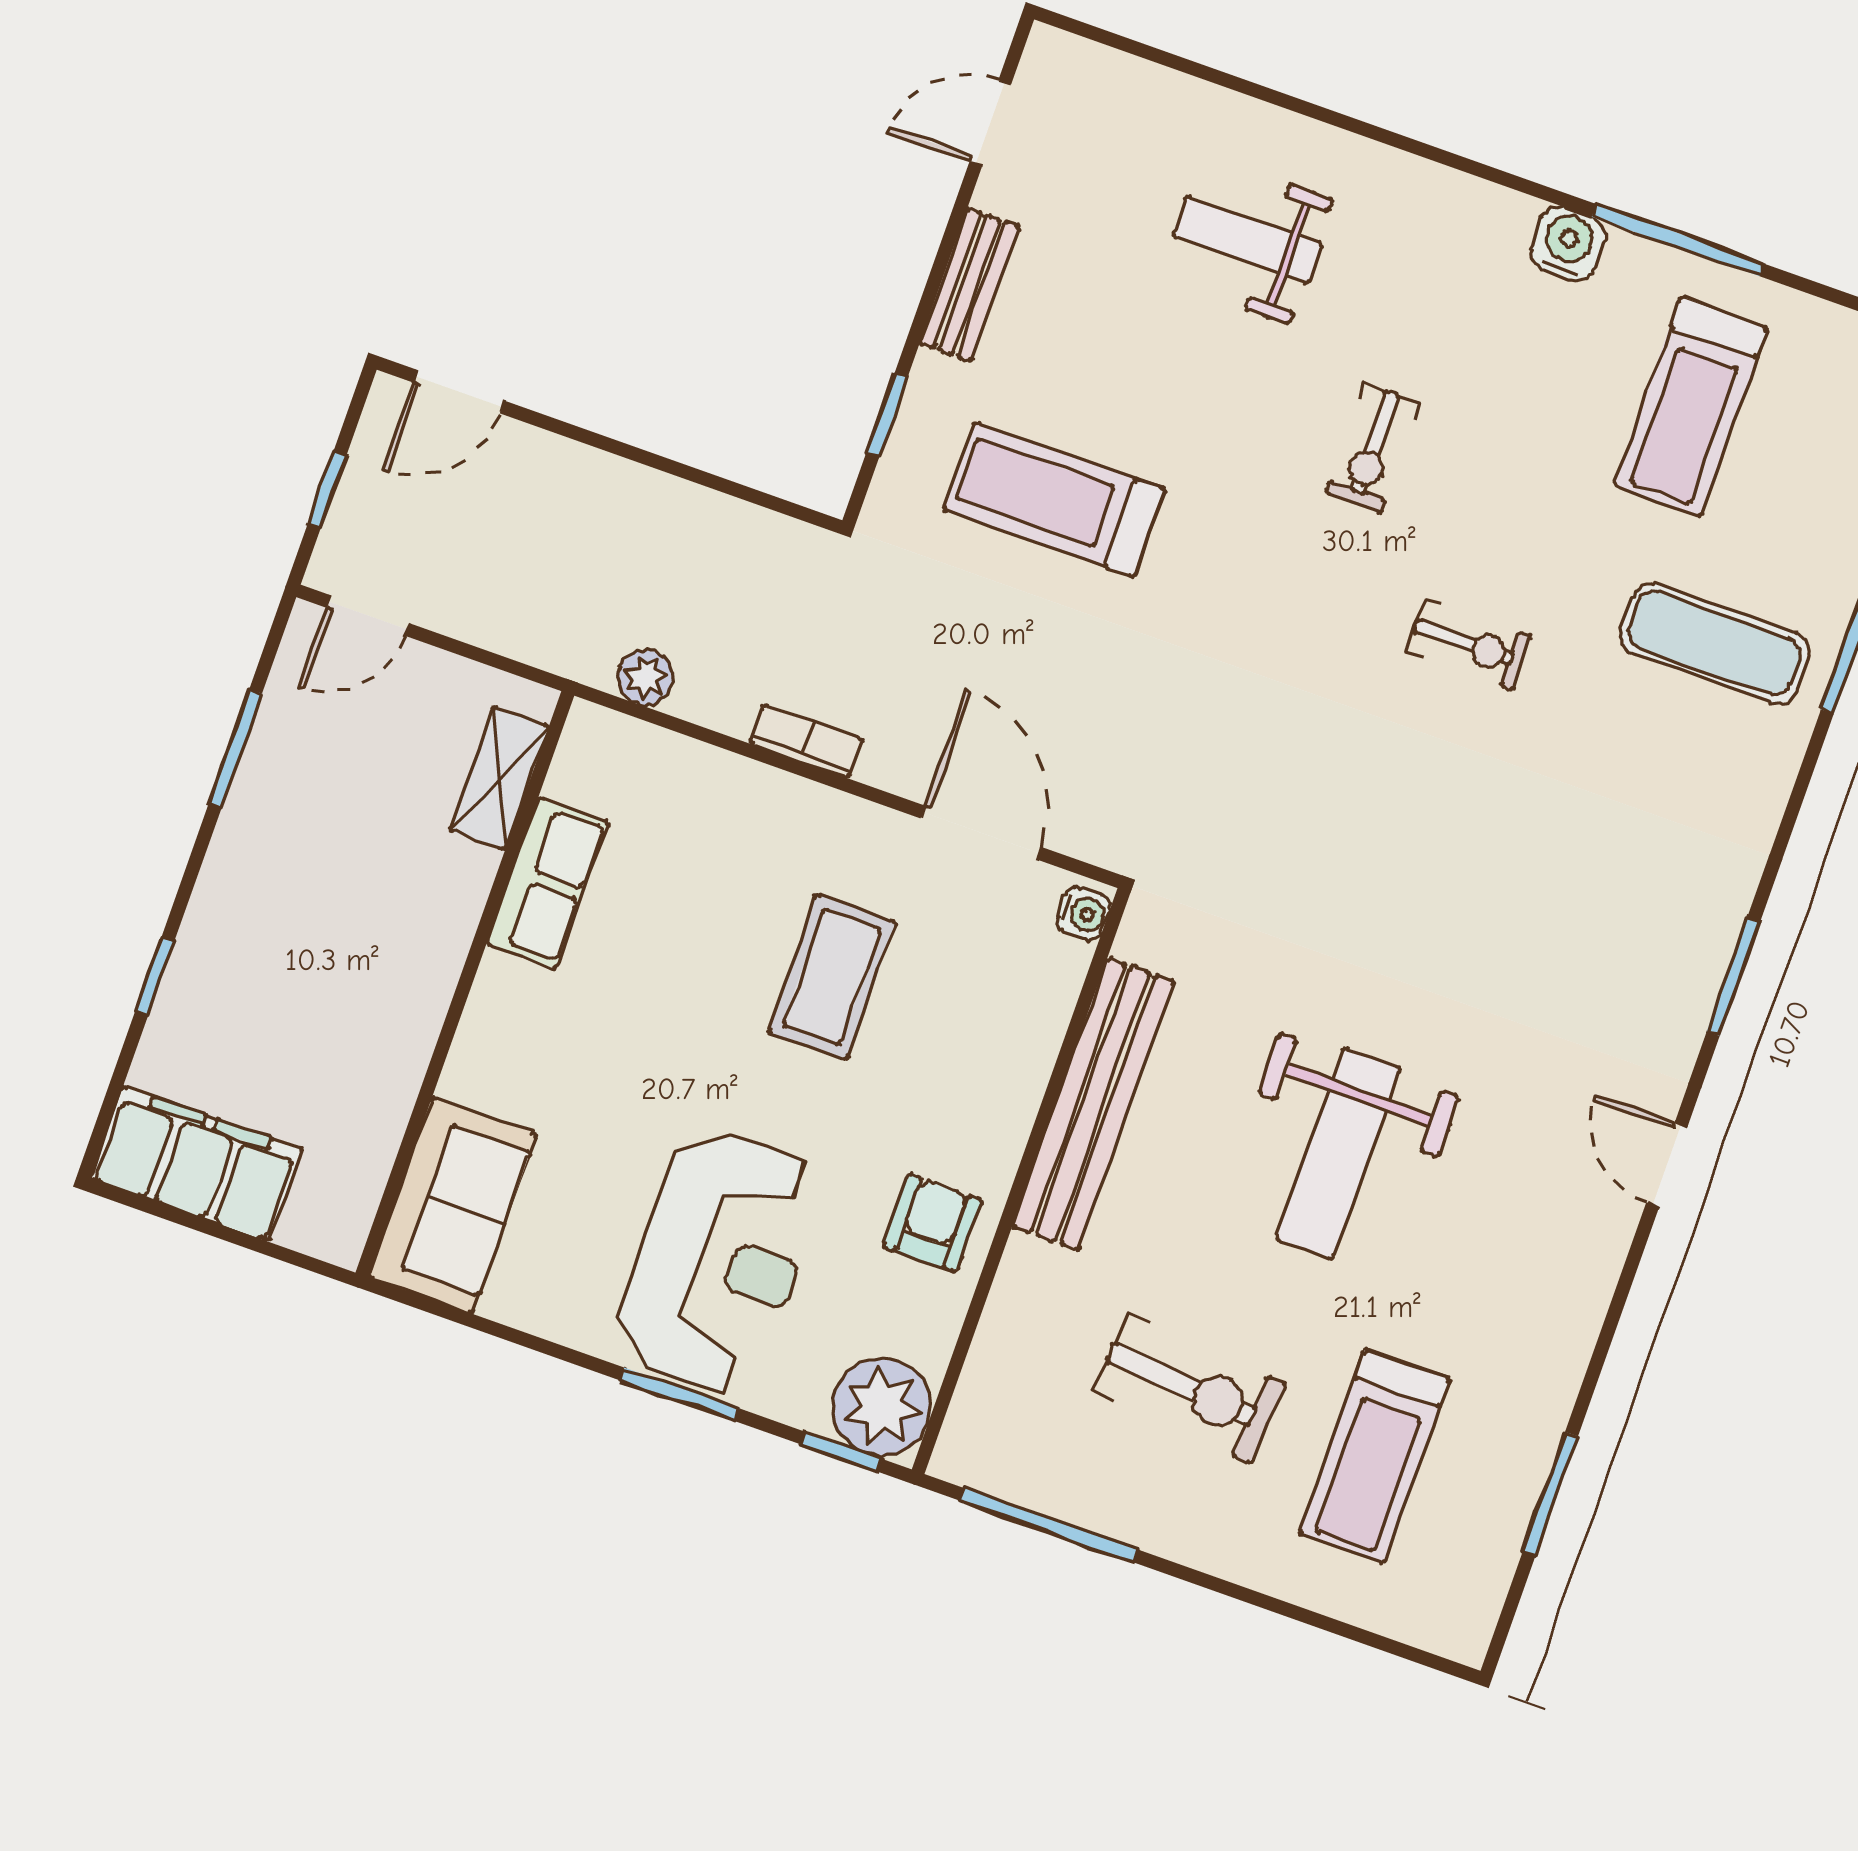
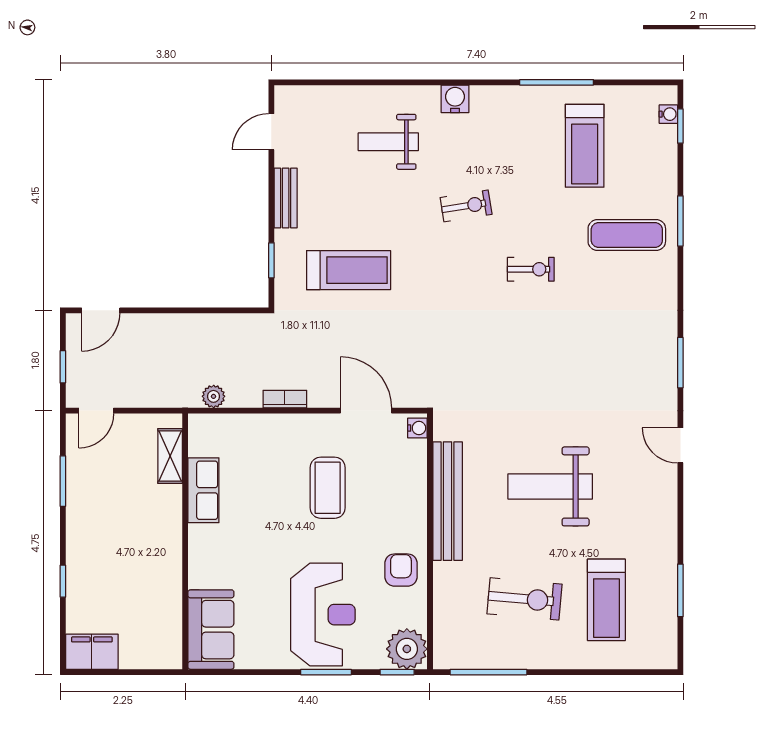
water cooler: (1568, 244) -> (455, 99), moved
exercise bike: (1373, 448) -> (466, 206), turned -99
treadmill: (1054, 499) -> (349, 270), turned 180
weight bench: (1338, 1153) -> (550, 486), turned 90
filing cabinet: (196, 1164) -> (92, 652), width x0.67, depth x0.86

